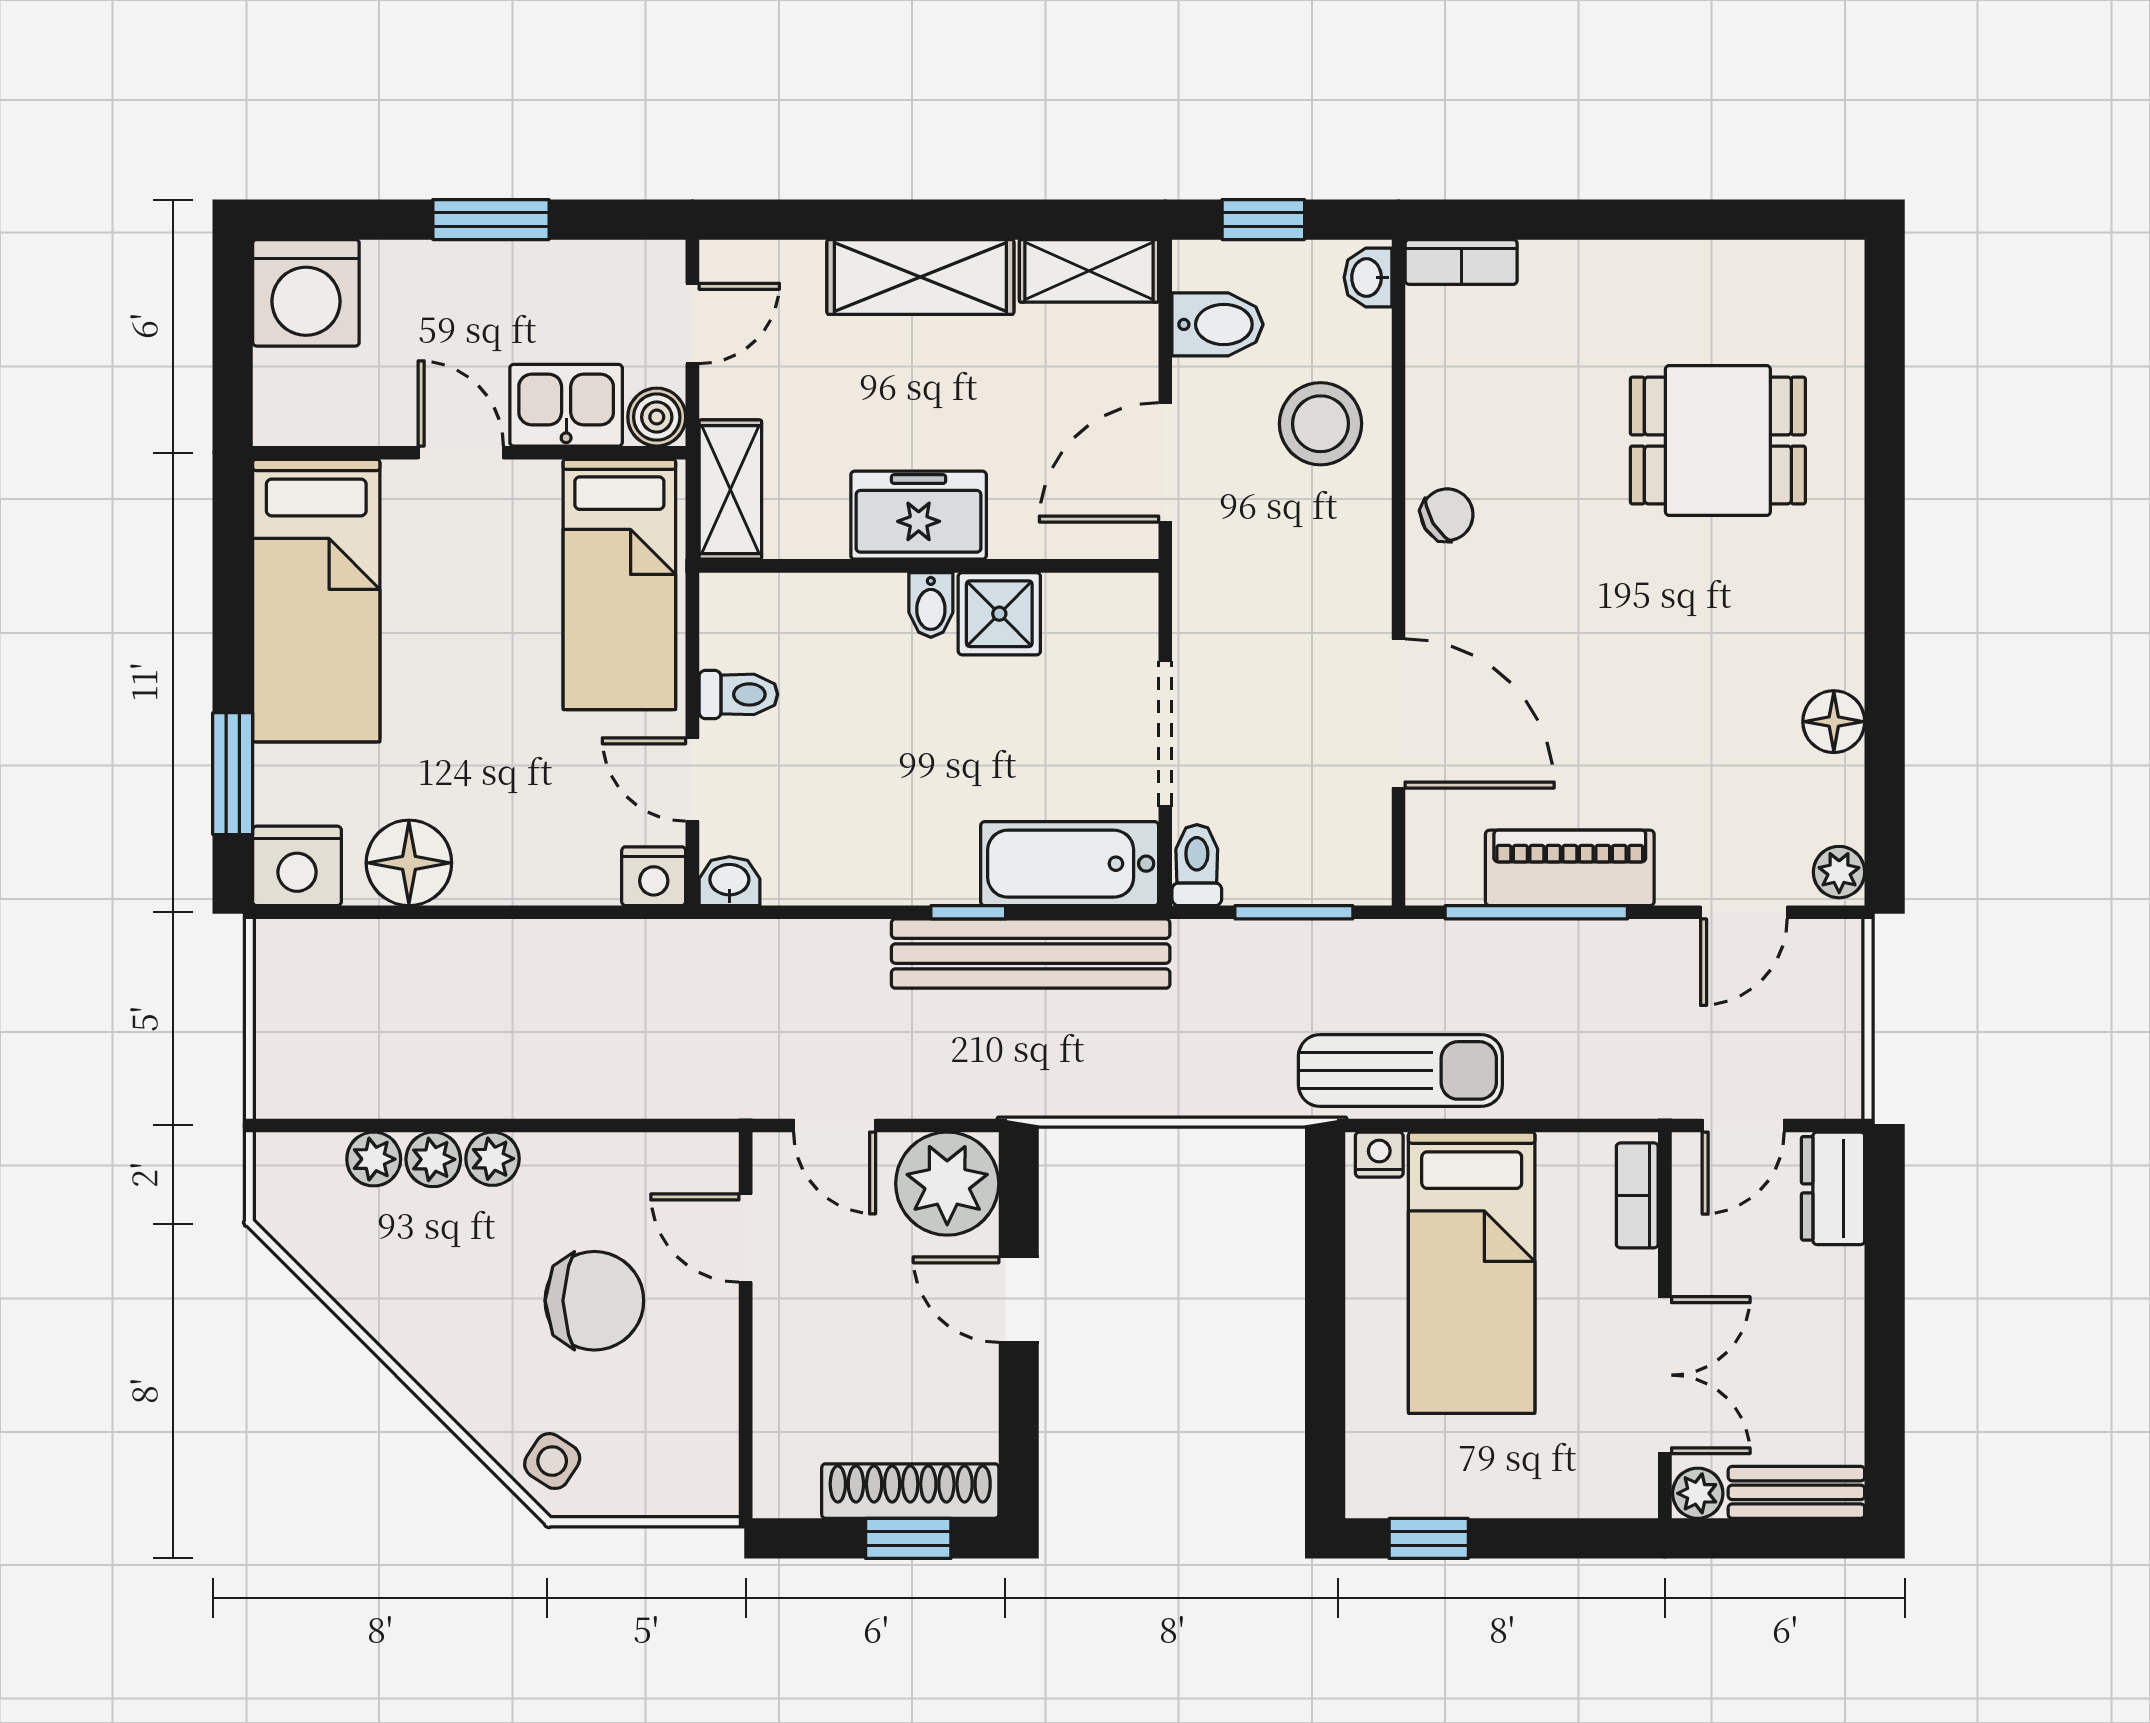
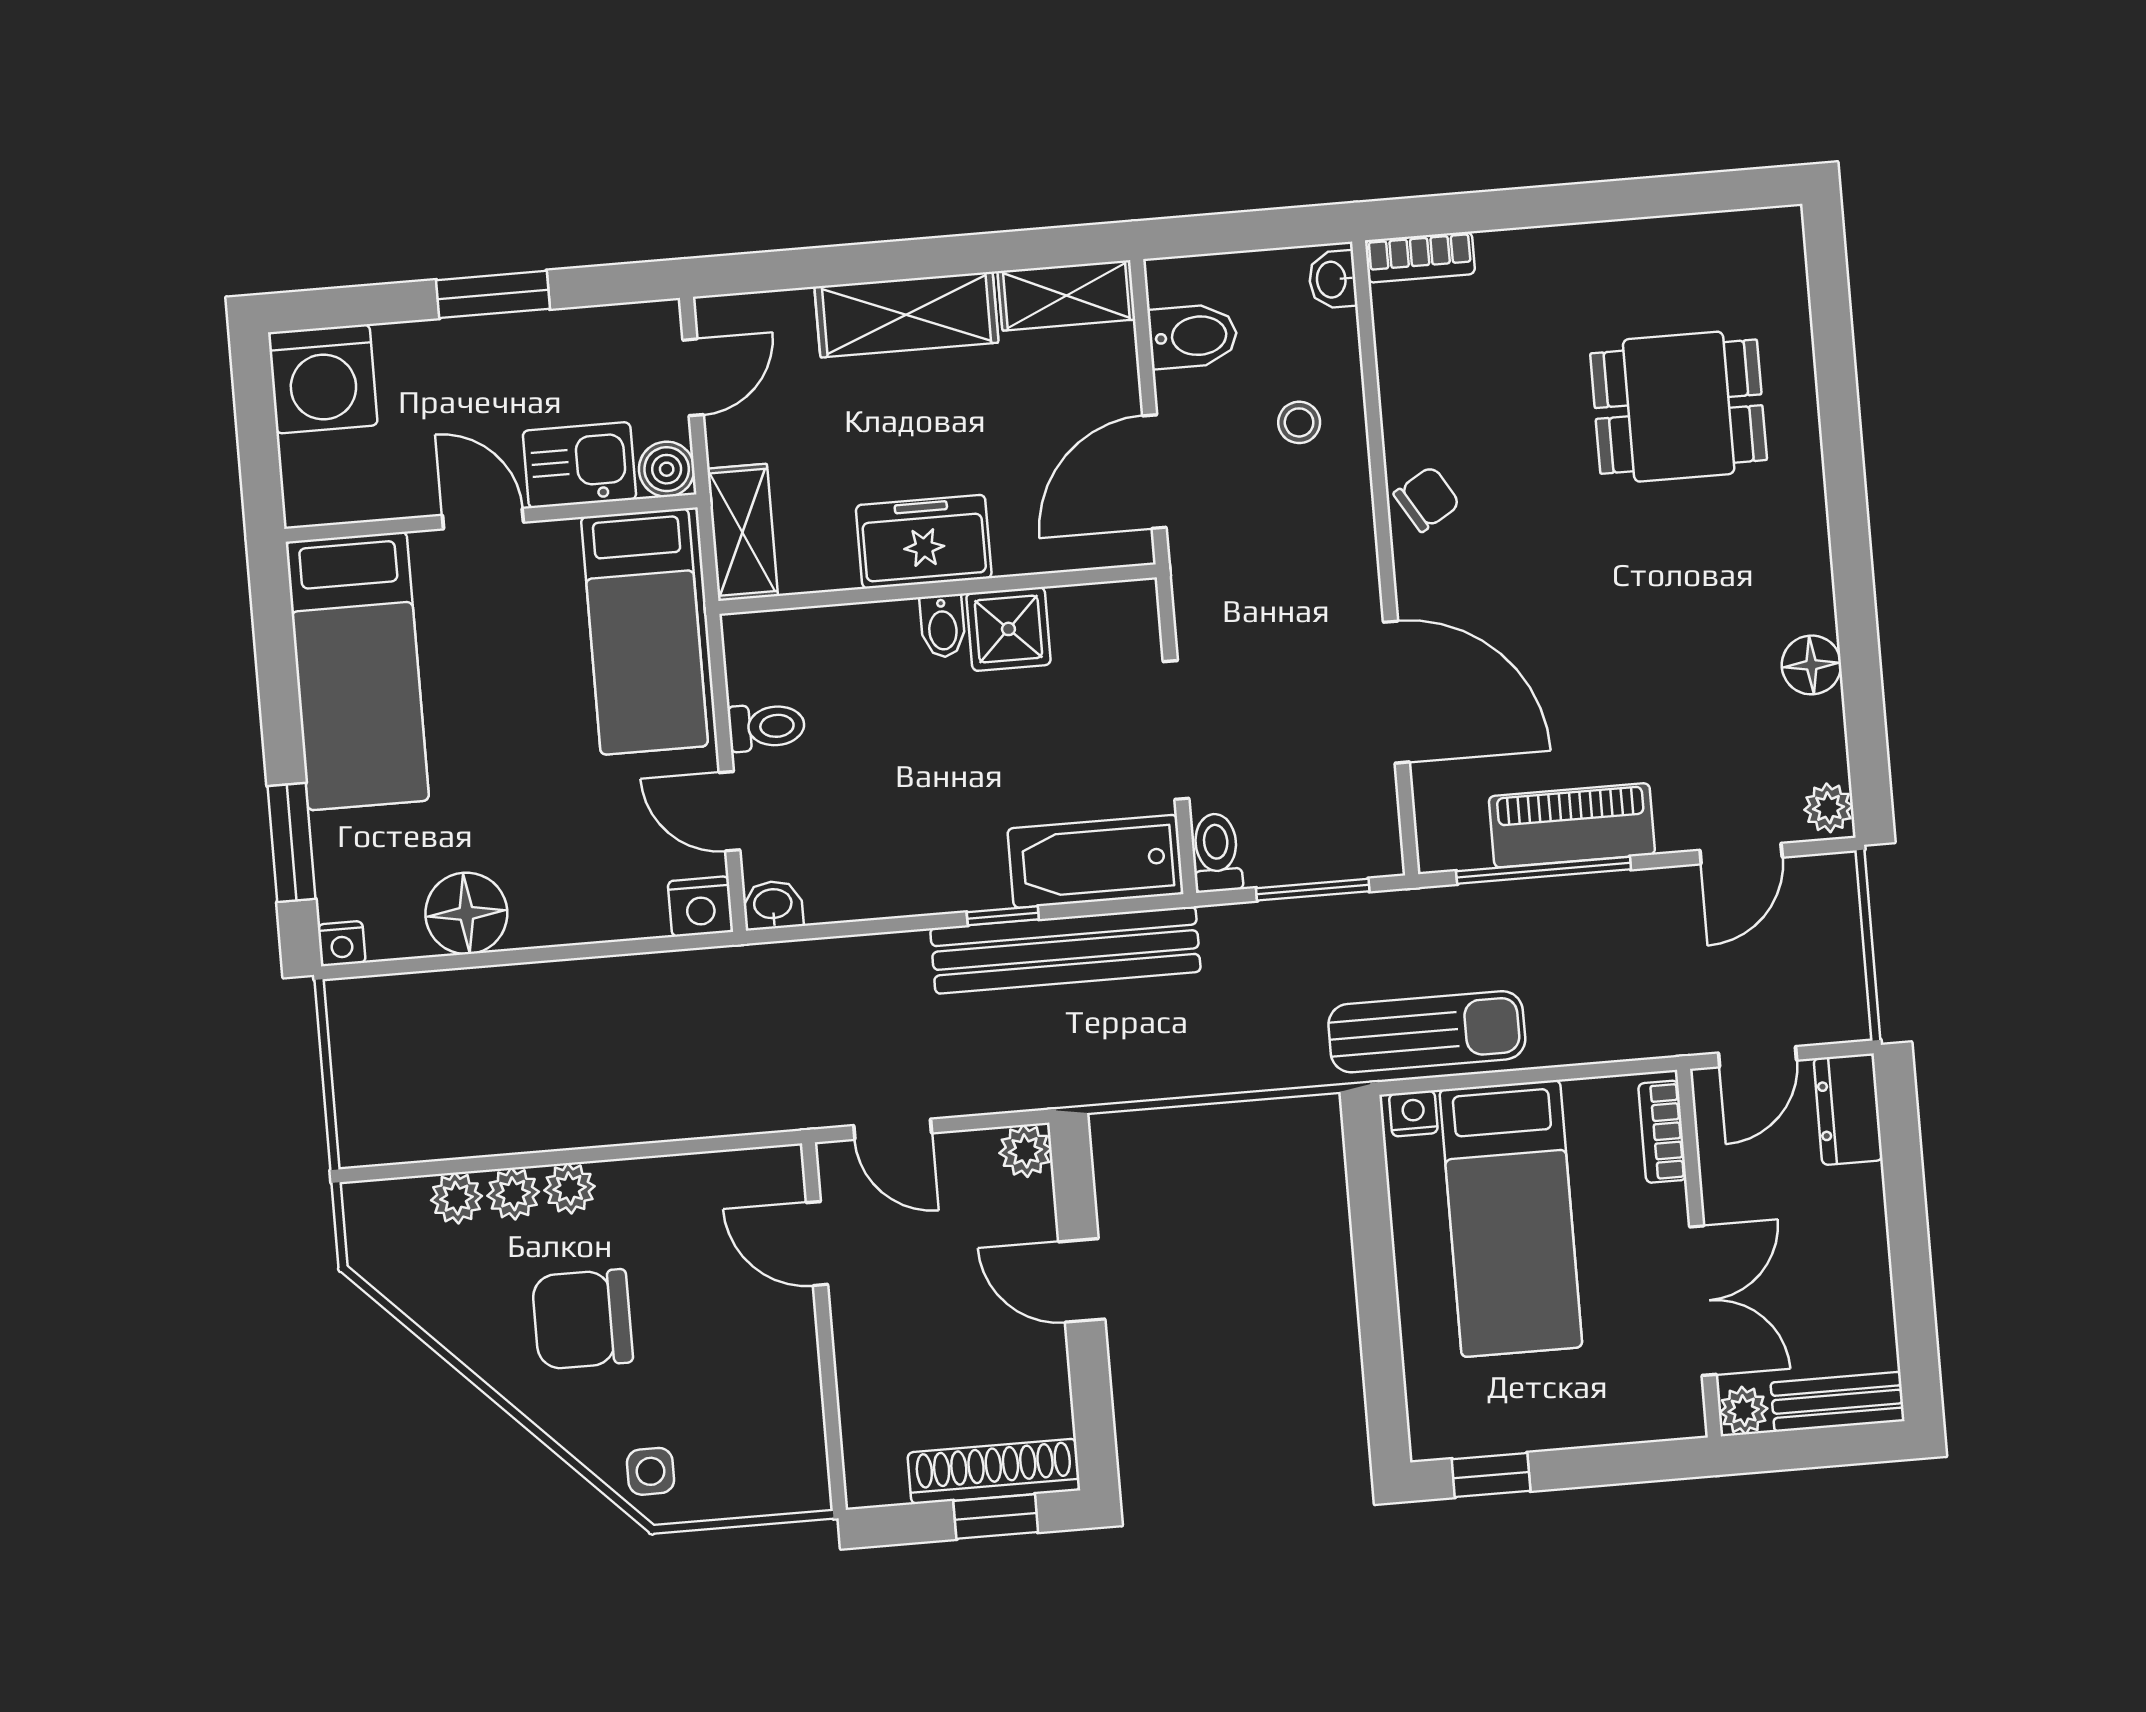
window: (1263, 220) -> (1228, 233), removed
stool: (1321, 424) -> (1299, 422), width x0.53, depth x0.53
nightstand: (297, 866) -> (342, 944), width x0.53, depth x0.56
plant: (947, 1184) -> (1025, 1151), width x0.53, depth x0.53
chair: (594, 1301) -> (582, 1319), moved, turned 180
side table: (552, 1461) -> (651, 1471), turned -33

